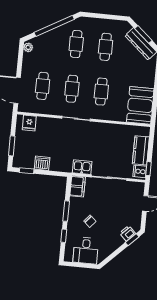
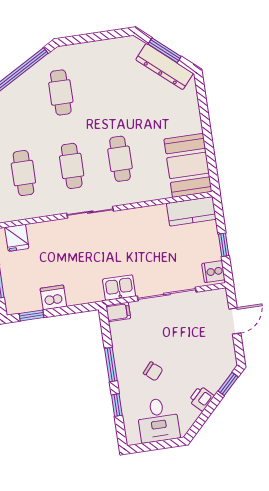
cafe table: (106, 47) -> (109, 85), removed
kitchen counter: (141, 150) -> (191, 211), moved, turned -90
window: (149, 169) -> (224, 245), moved
filing cabinet: (78, 186) -> (118, 312), width x0.50
printer: (127, 233) -> (201, 398), moved

